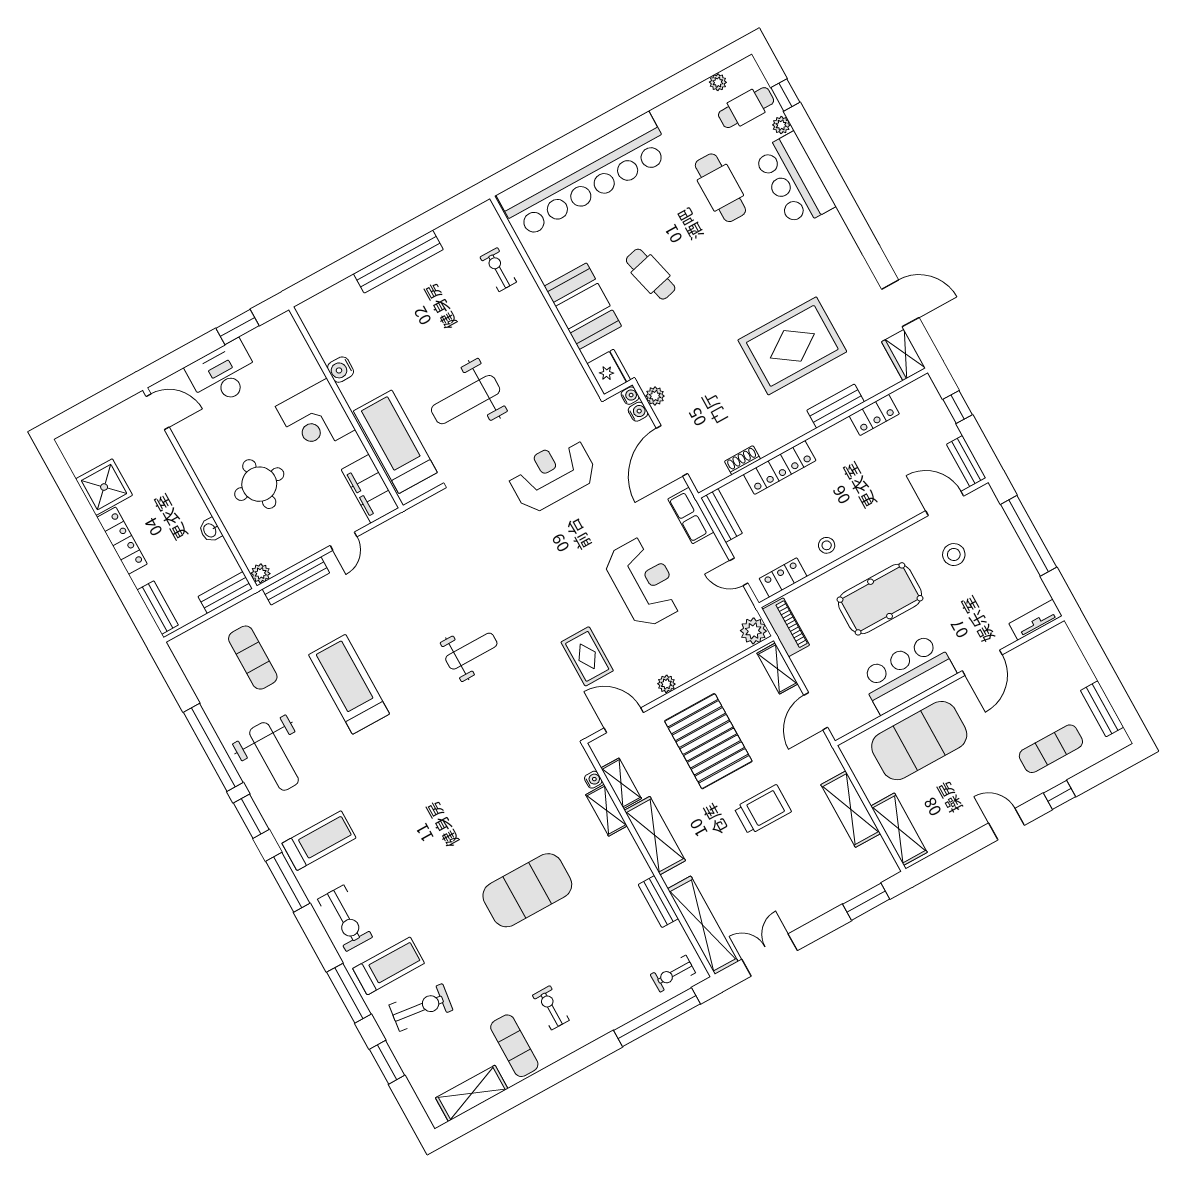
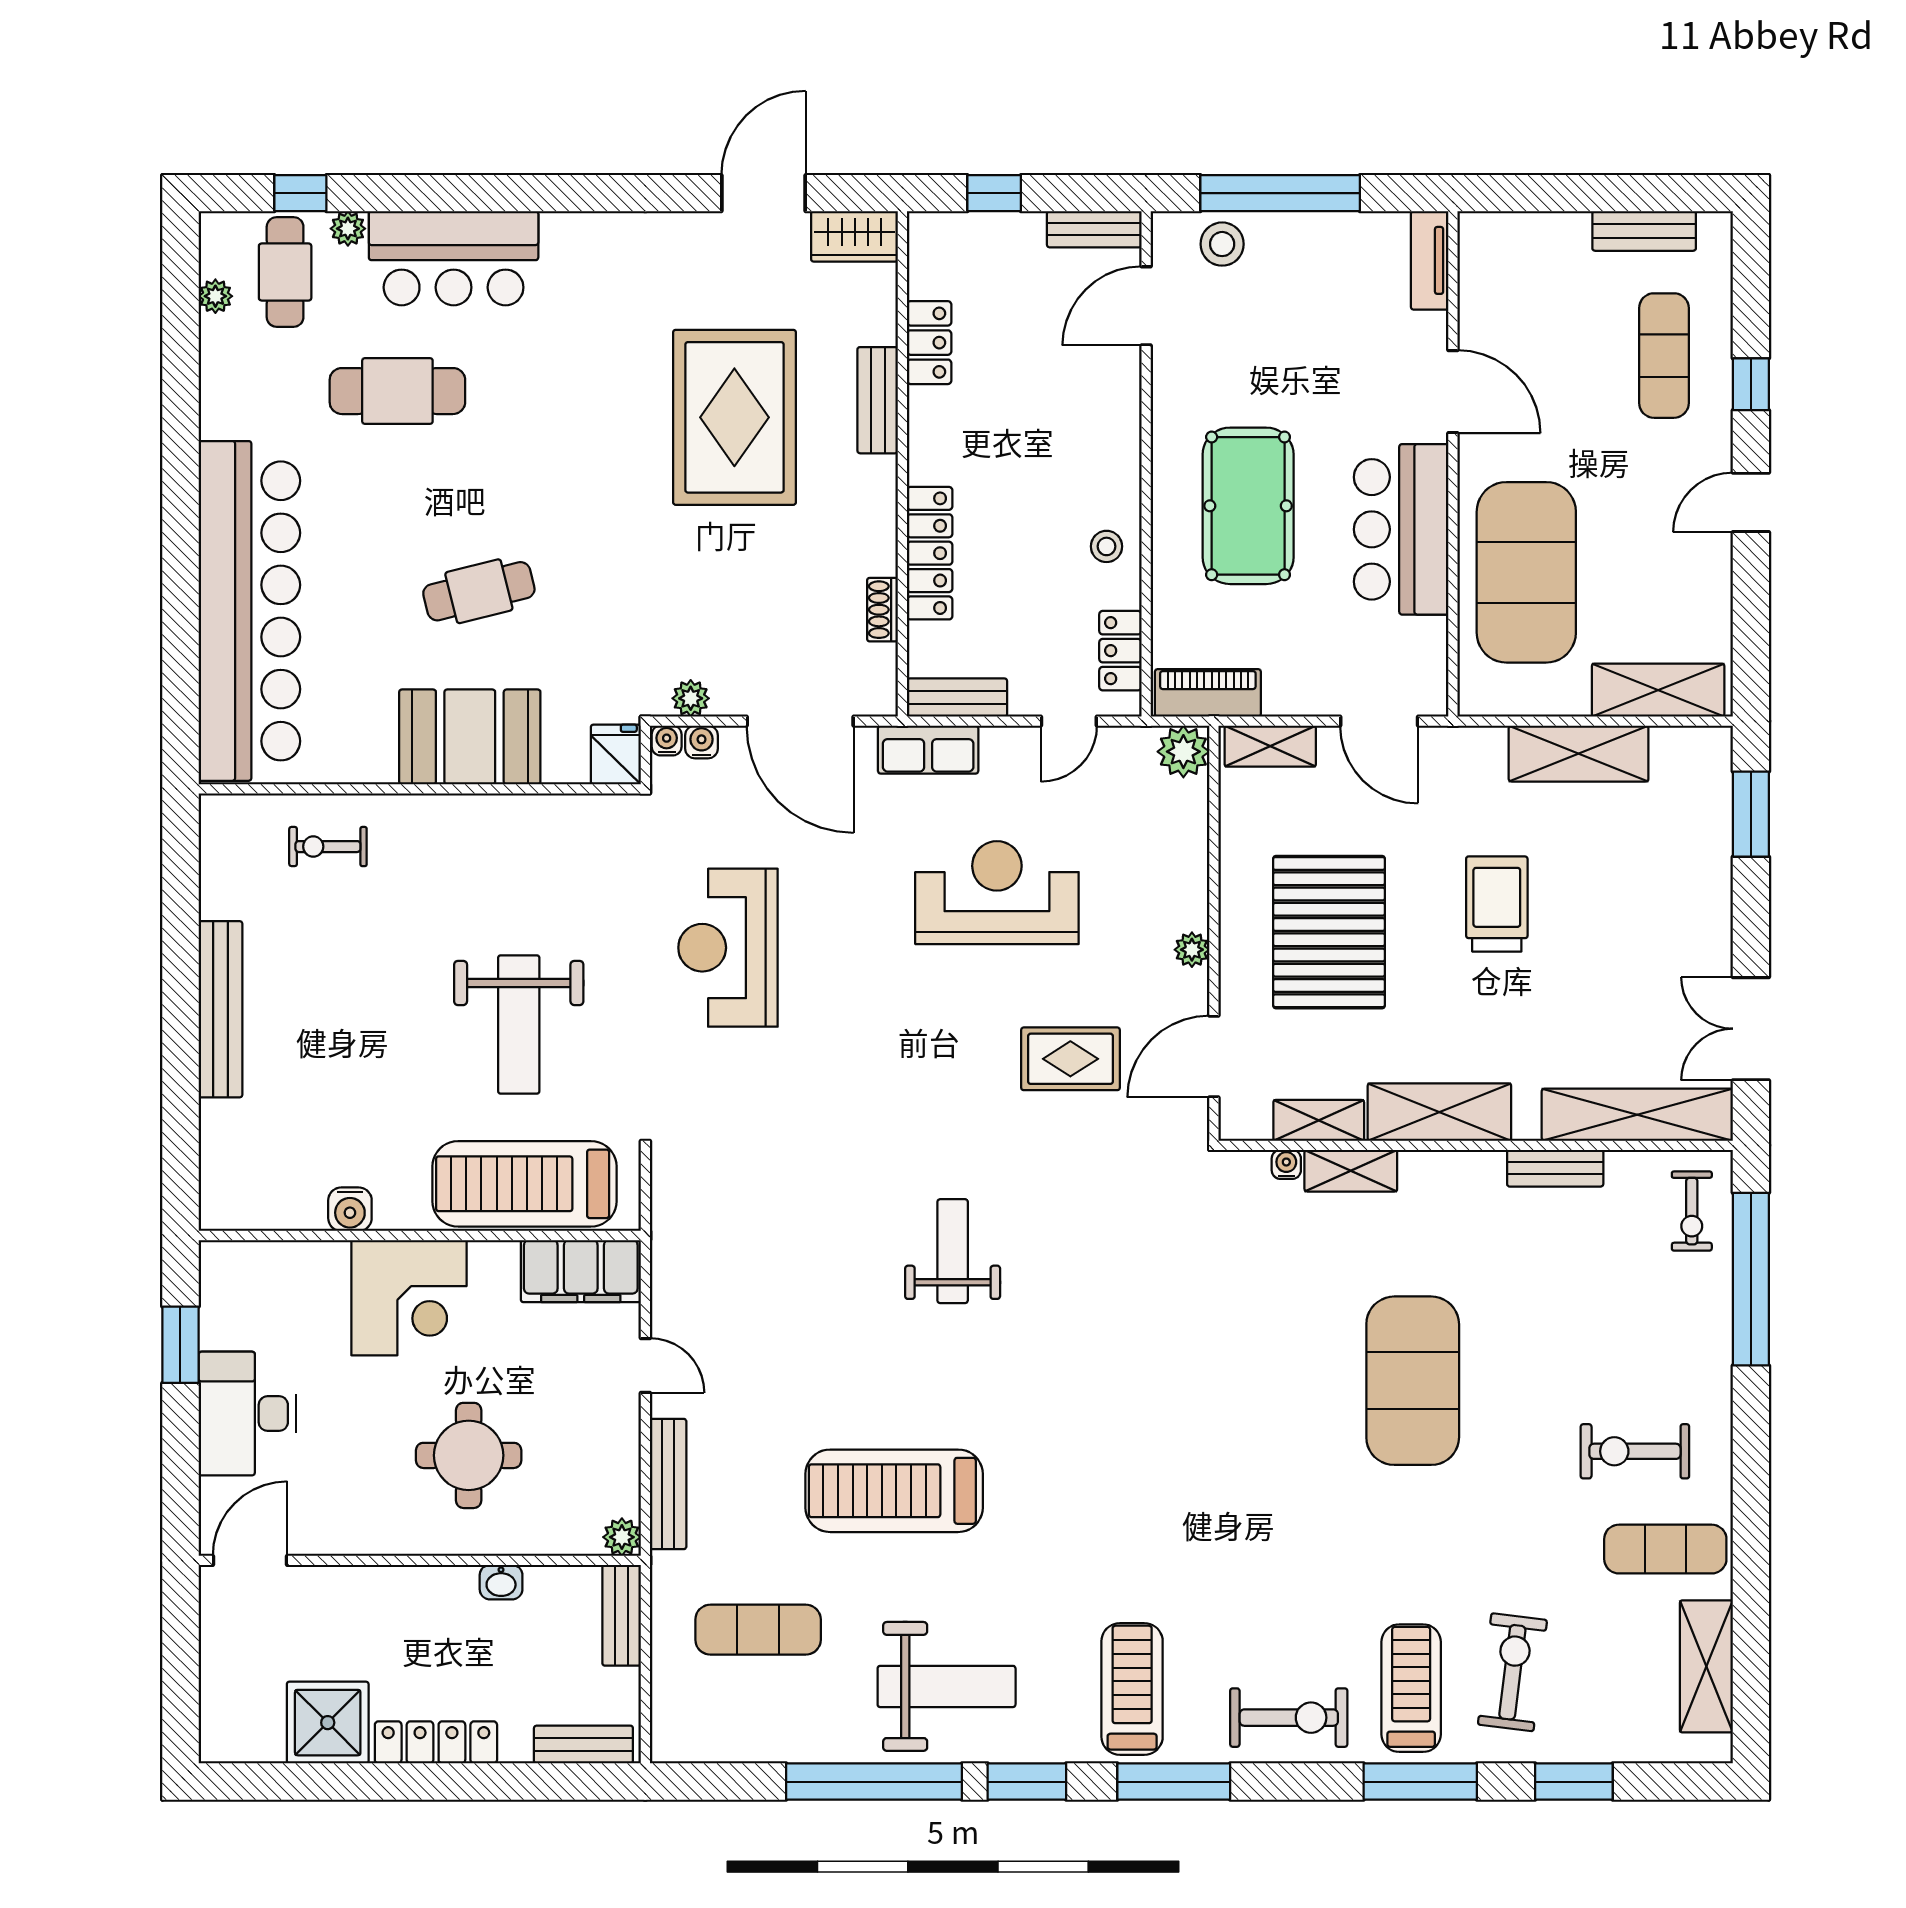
fridge: (609, 372) -> (616, 754), width x0.72
stool: (954, 555) -> (1222, 244), moved
pallet: (708, 741) -> (1329, 932), turned 90
exercise bike: (551, 1008) -> (1635, 1451), width x1.38, depth x1.39

